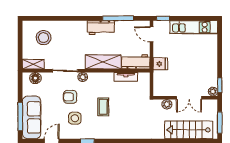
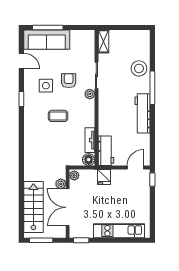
window: (118, 18) -> (152, 88), moved
kitchen unit: (194, 27) -> (119, 231), moved, turned 90
workbench: (101, 28) -> (143, 113), width x1.38
stool: (43, 38) -> (139, 68), moved
shelving: (103, 62) -> (106, 116), removed
floor lamp: (35, 78) -> (89, 160), moved
plant: (213, 92) -> (74, 175), moved
double door: (189, 98) -> (68, 207), width x1.37

